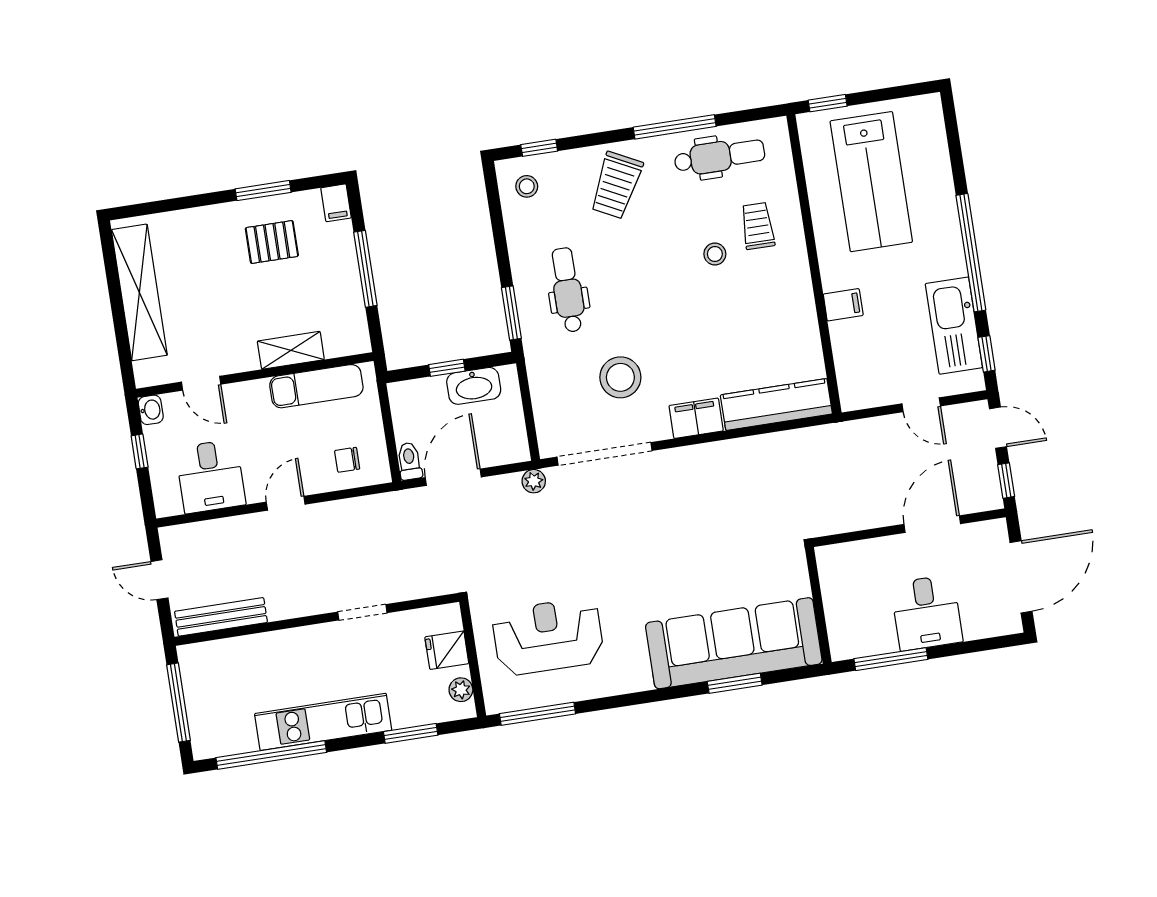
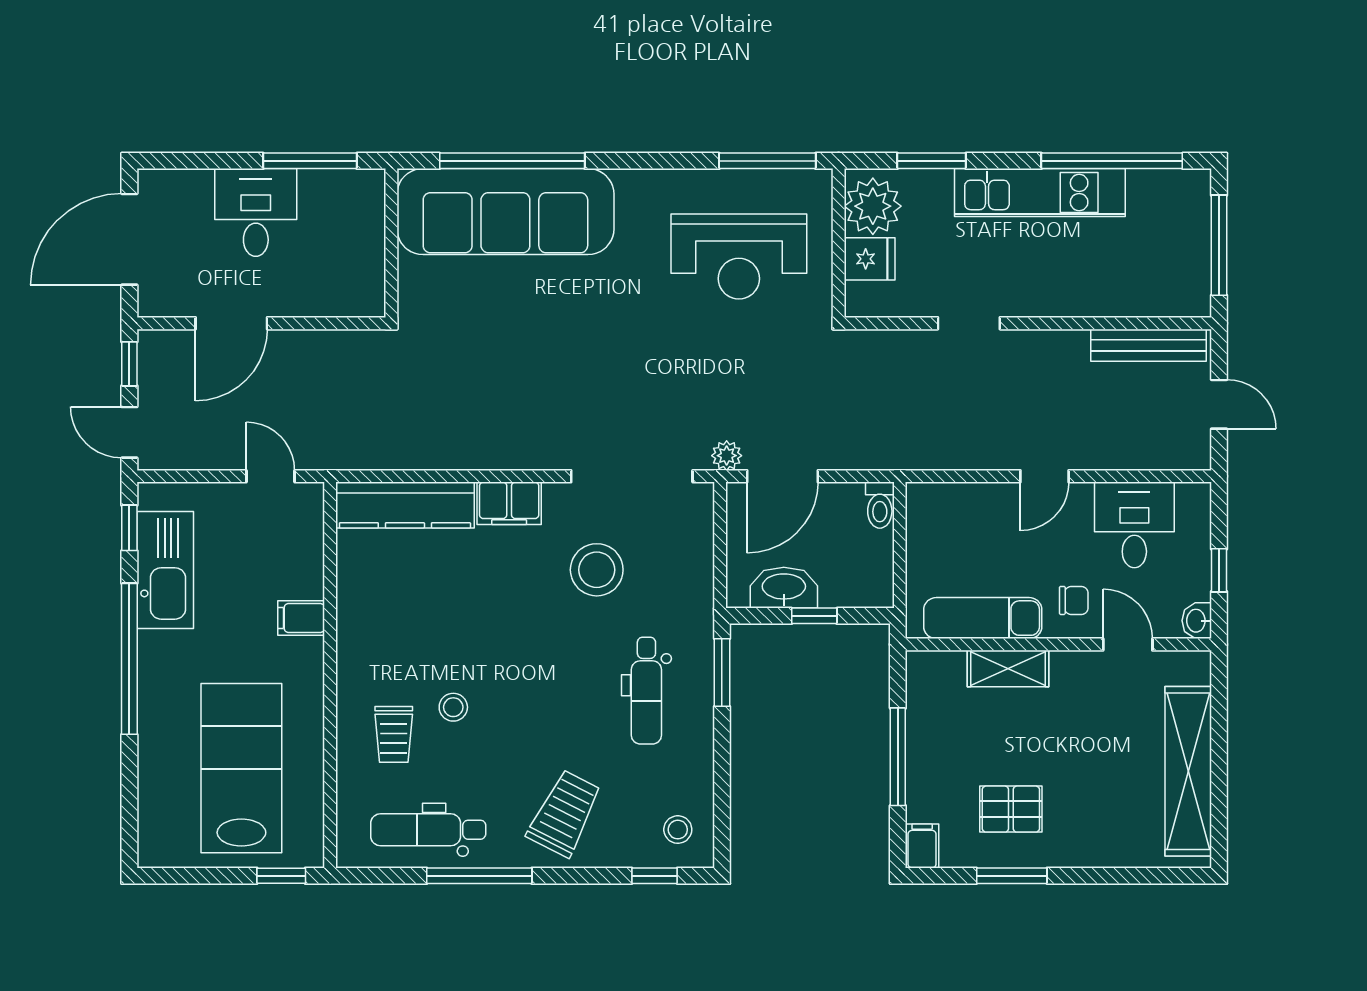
door: (921, 405) -> (271, 476), moved
chair: (347, 460) -> (1074, 600), moved
door: (453, 477) -> (783, 476), moved
window: (735, 683) -> (512, 161), width x2.11
plant: (461, 690) -> (873, 206), width x1.87, depth x1.87

